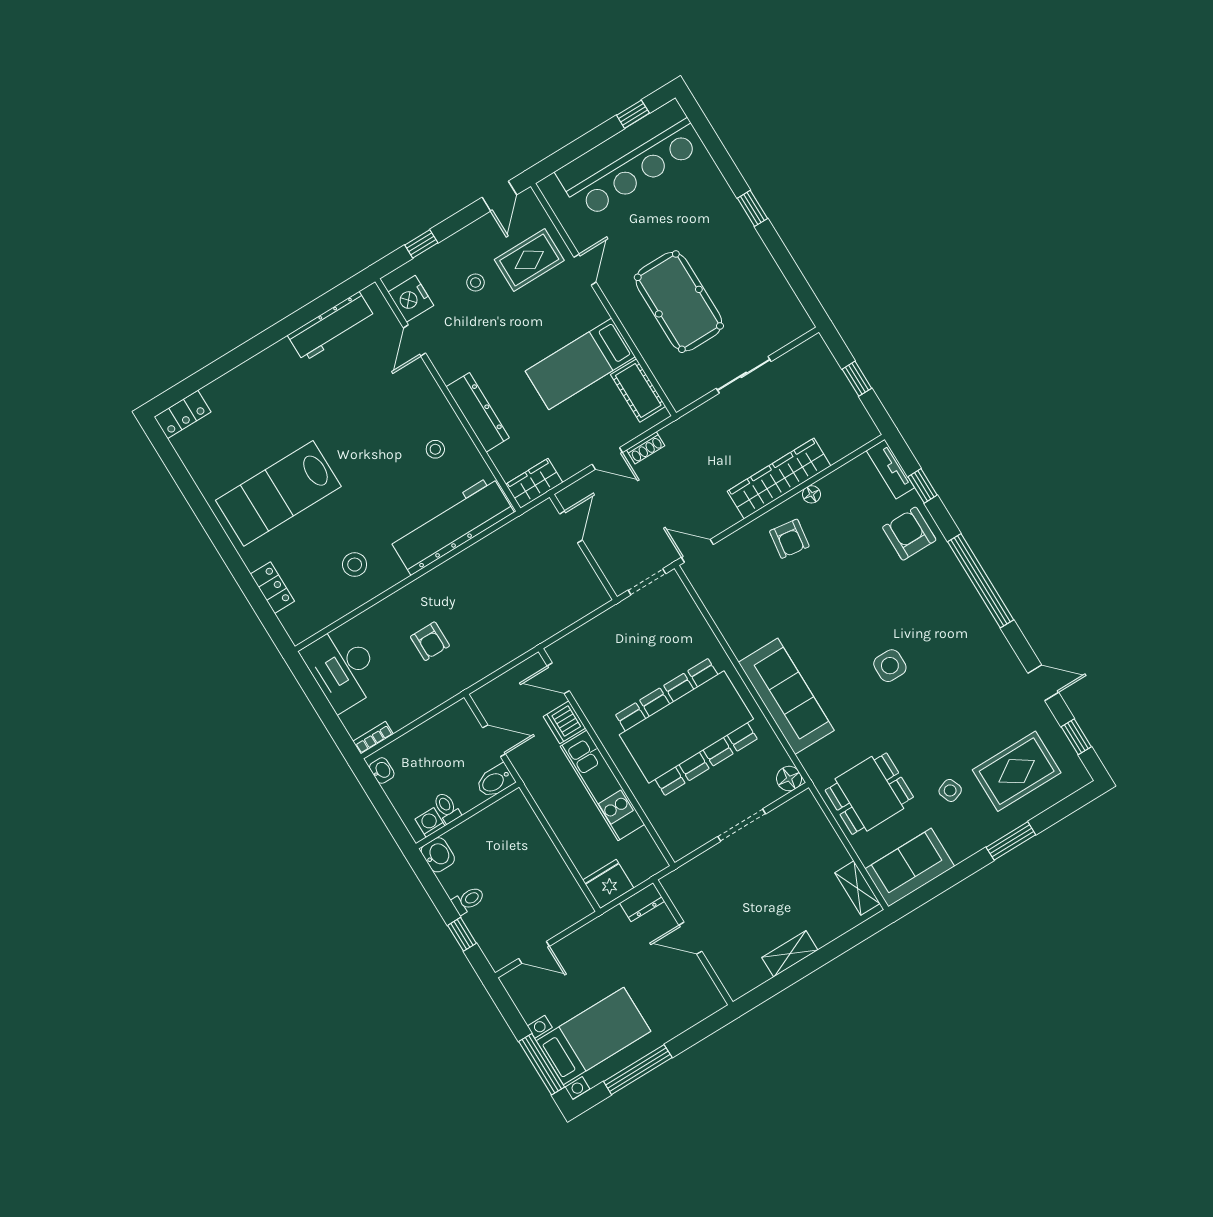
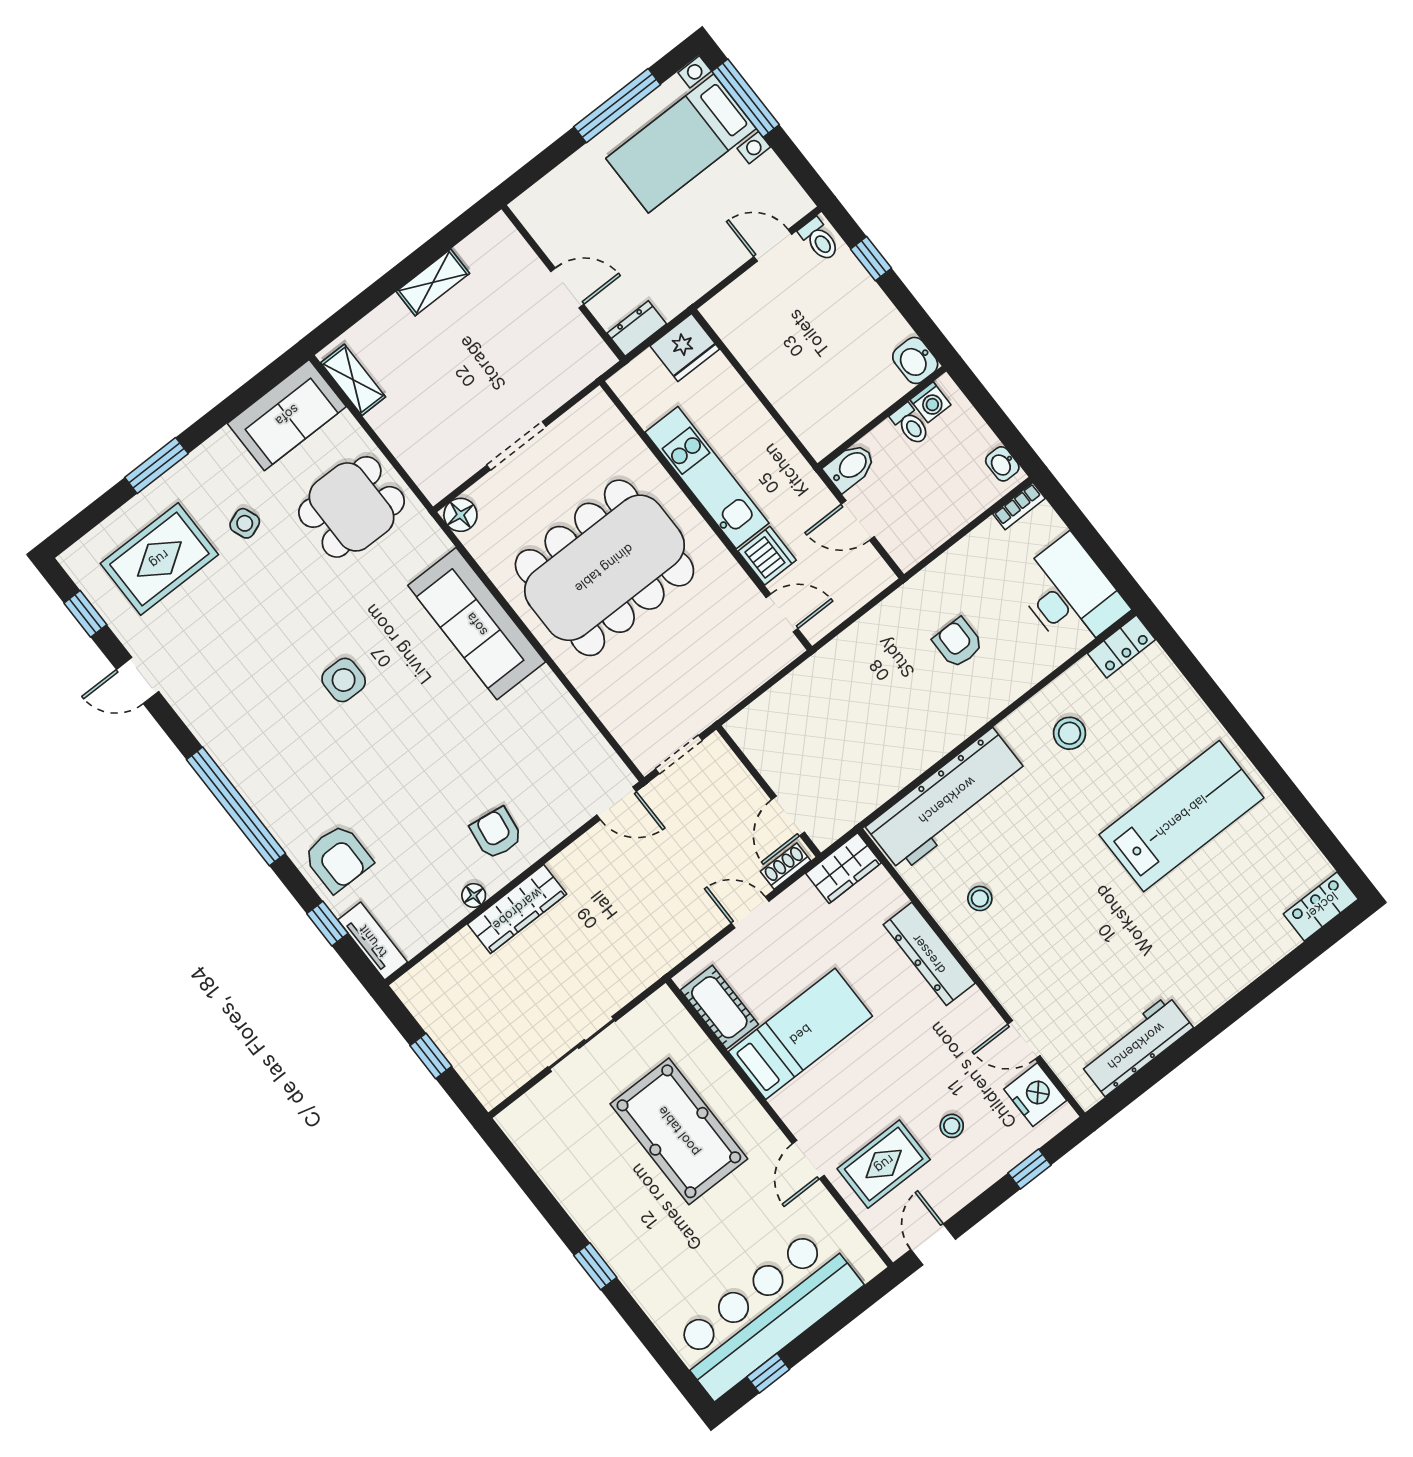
door: (415, 340) -> (1024, 1040), swing flipped
shoe rack: (646, 448) -> (785, 866), moved
wardrobe: (779, 479) -> (517, 909), width x0.71, depth x0.85
locker: (272, 588) -> (1122, 646), moved, turned -90
toilet: (468, 900) -> (819, 240), moved, turned -90

